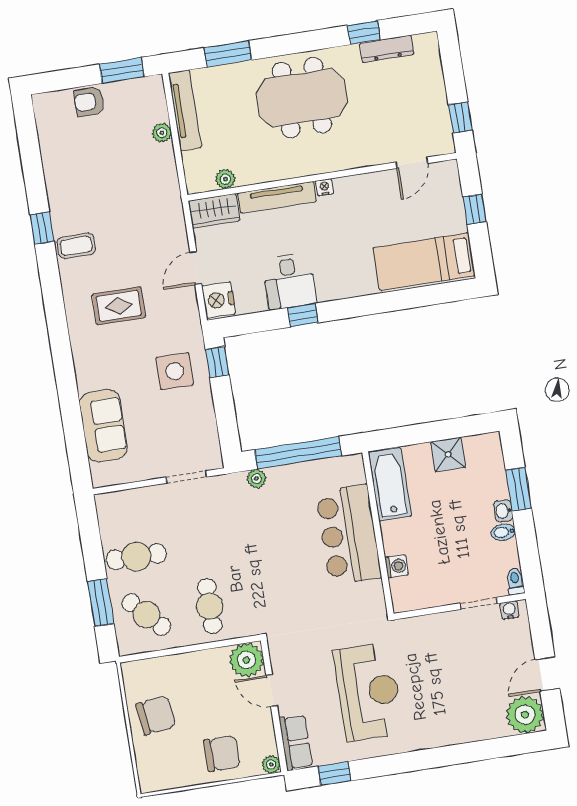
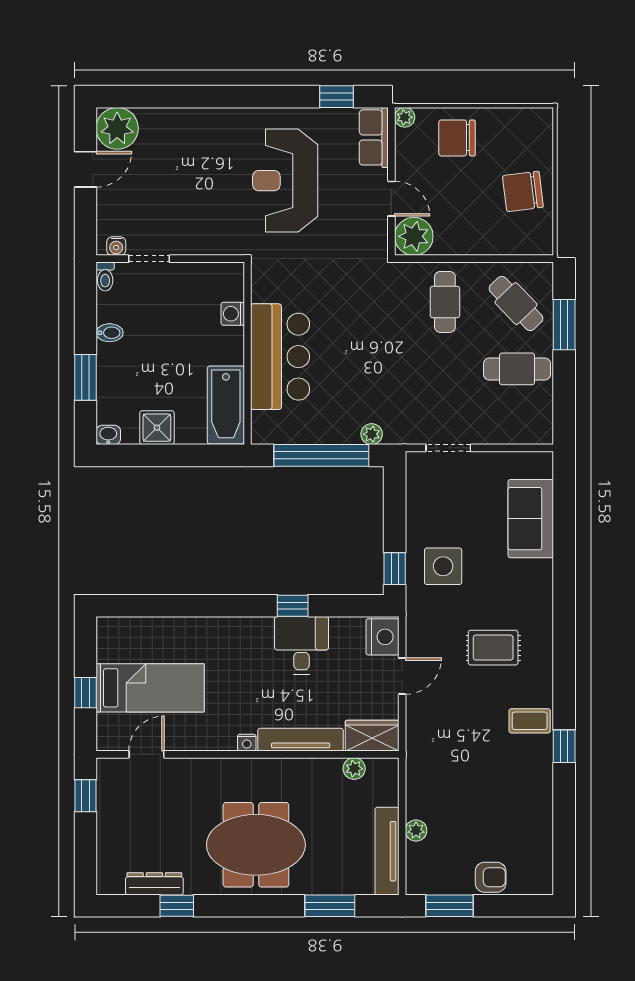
bed: (424, 262) -> (150, 688), moved
washbasin: (503, 511) -> (108, 435), moved, turned -90

